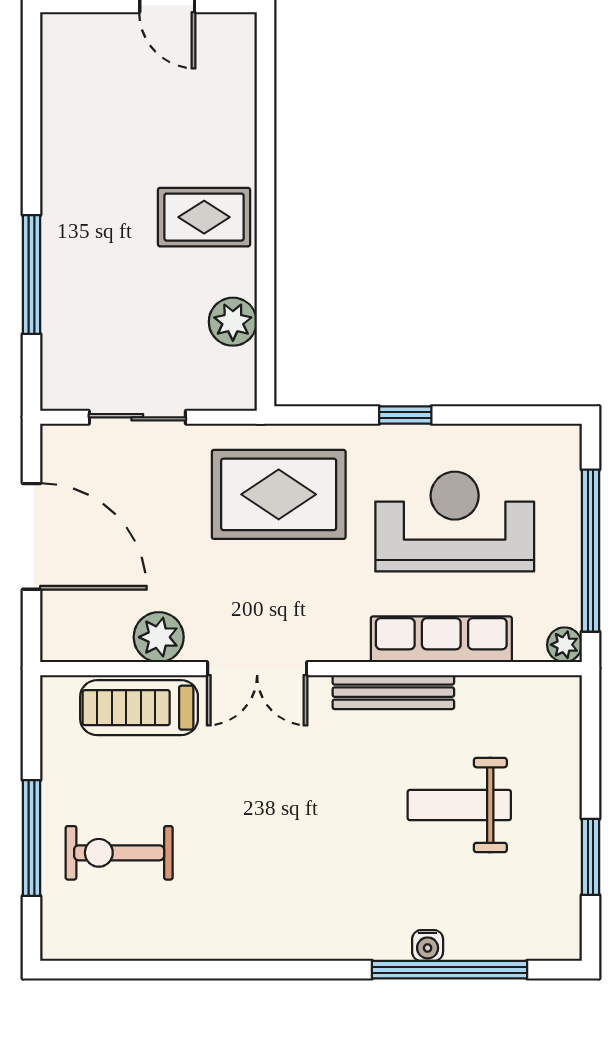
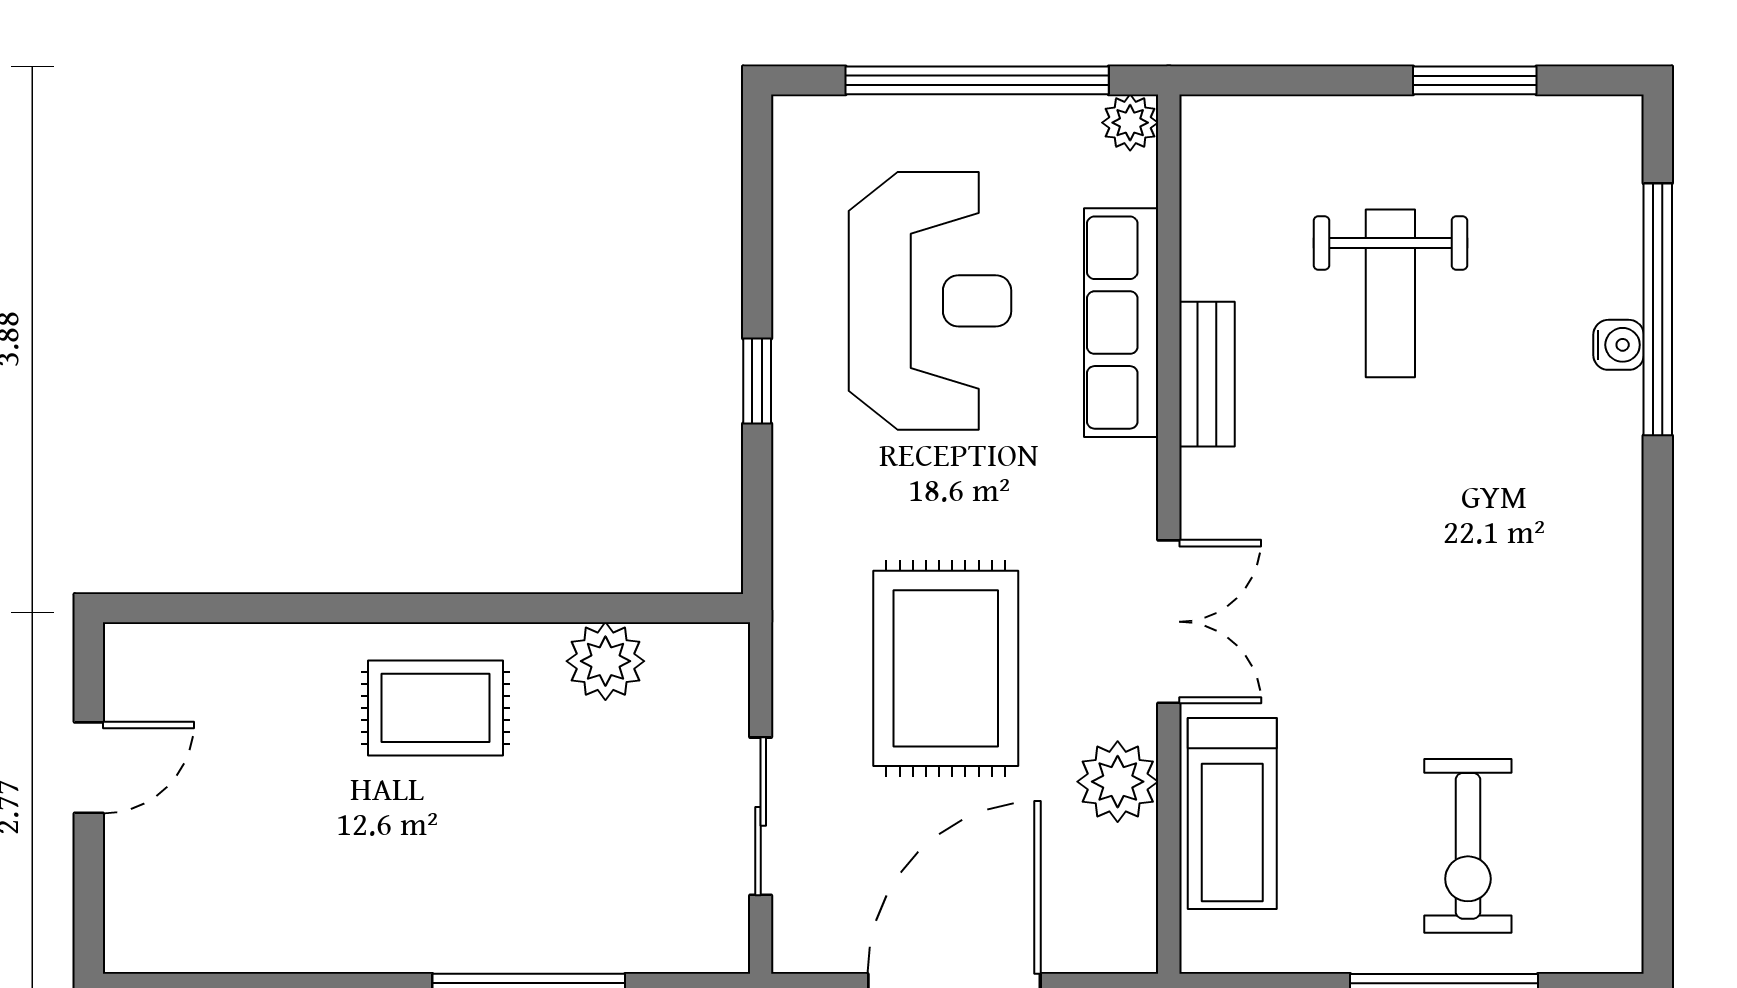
rug: (204, 217) -> (436, 708), turned 90
rug: (279, 494) -> (946, 668), moved
reception desk: (455, 522) -> (930, 301), turned 180
bench: (393, 692) -> (1207, 374), width x0.73

